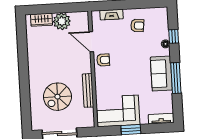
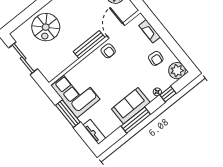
plant: (160, 15) -> (177, 71), added
bench: (88, 90) -> (89, 45), moved
spiral stairs: (57, 97) -> (46, 27), moved, turned -90
window: (131, 130) -> (68, 114), width x1.44

